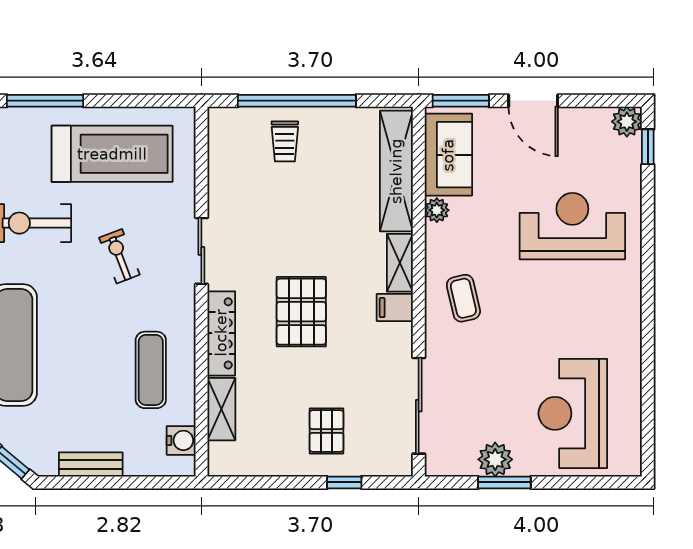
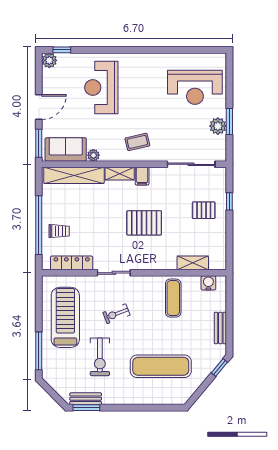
locker: (221, 333) -> (72, 263), moved
exercise mat: (151, 370) -> (173, 298), turned 90

